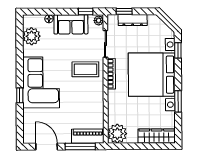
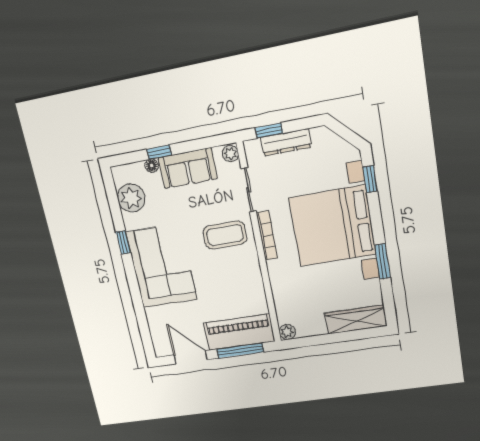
window: (86, 12) -> (159, 152), moved
window: (20, 95) -> (123, 242), moved
plant: (117, 134) -> (287, 332), width x0.53, depth x0.53
piano: (88, 136) -> (239, 332), width x1.37, depth x1.33

